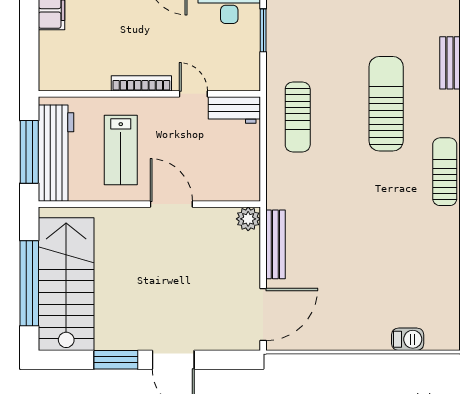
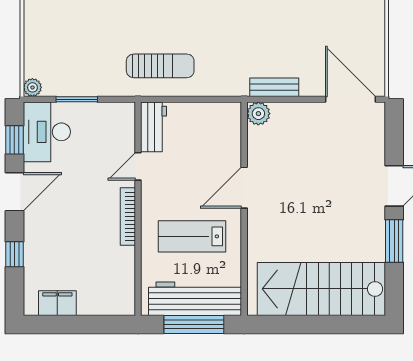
lab bench: (121, 150) -> (192, 236), turned 180
bench: (275, 244) -> (274, 87), width x0.73
window: (29, 283) -> (320, 324), removed

